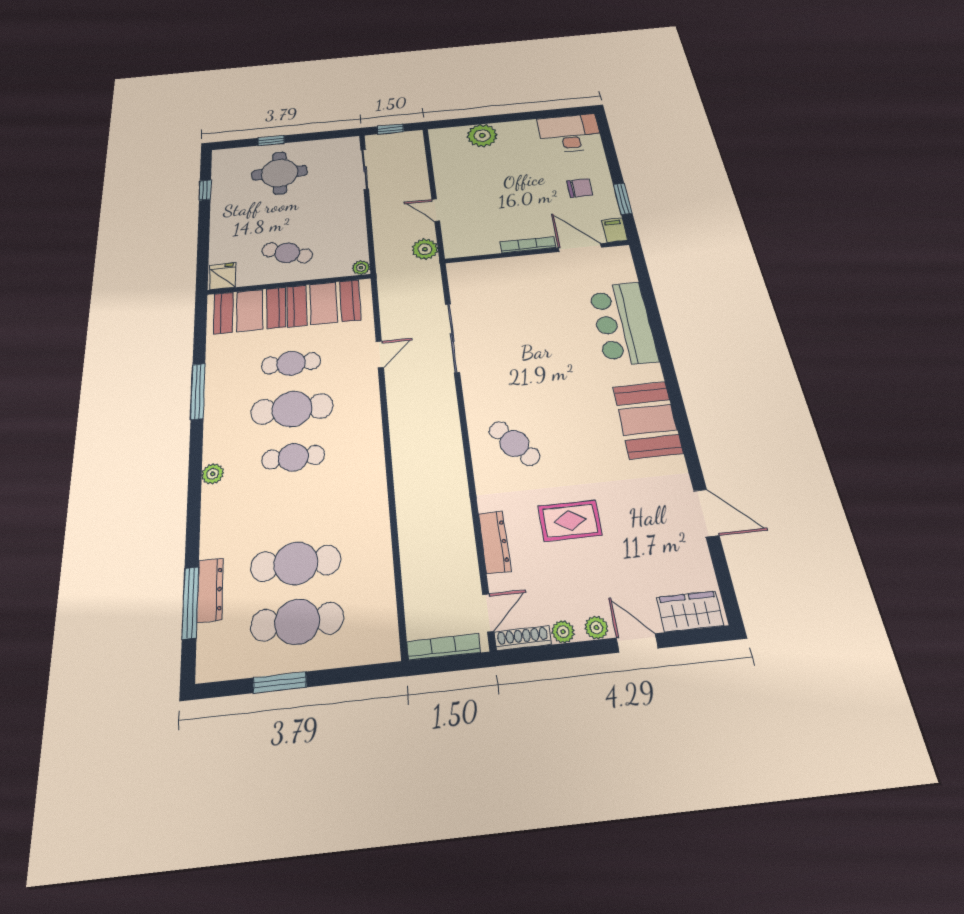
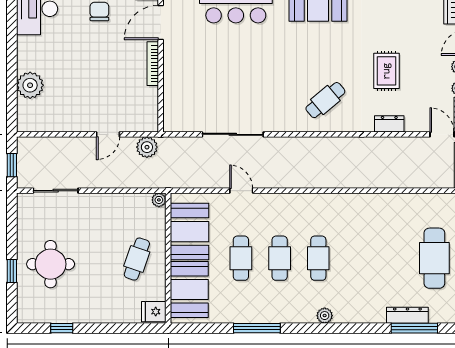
cafe table: (292, 409) -> (280, 258), width x0.73, depth x0.74
dresser: (495, 542) -> (389, 124), width x0.70
cafe table: (296, 563) -> (396, 258), removed

